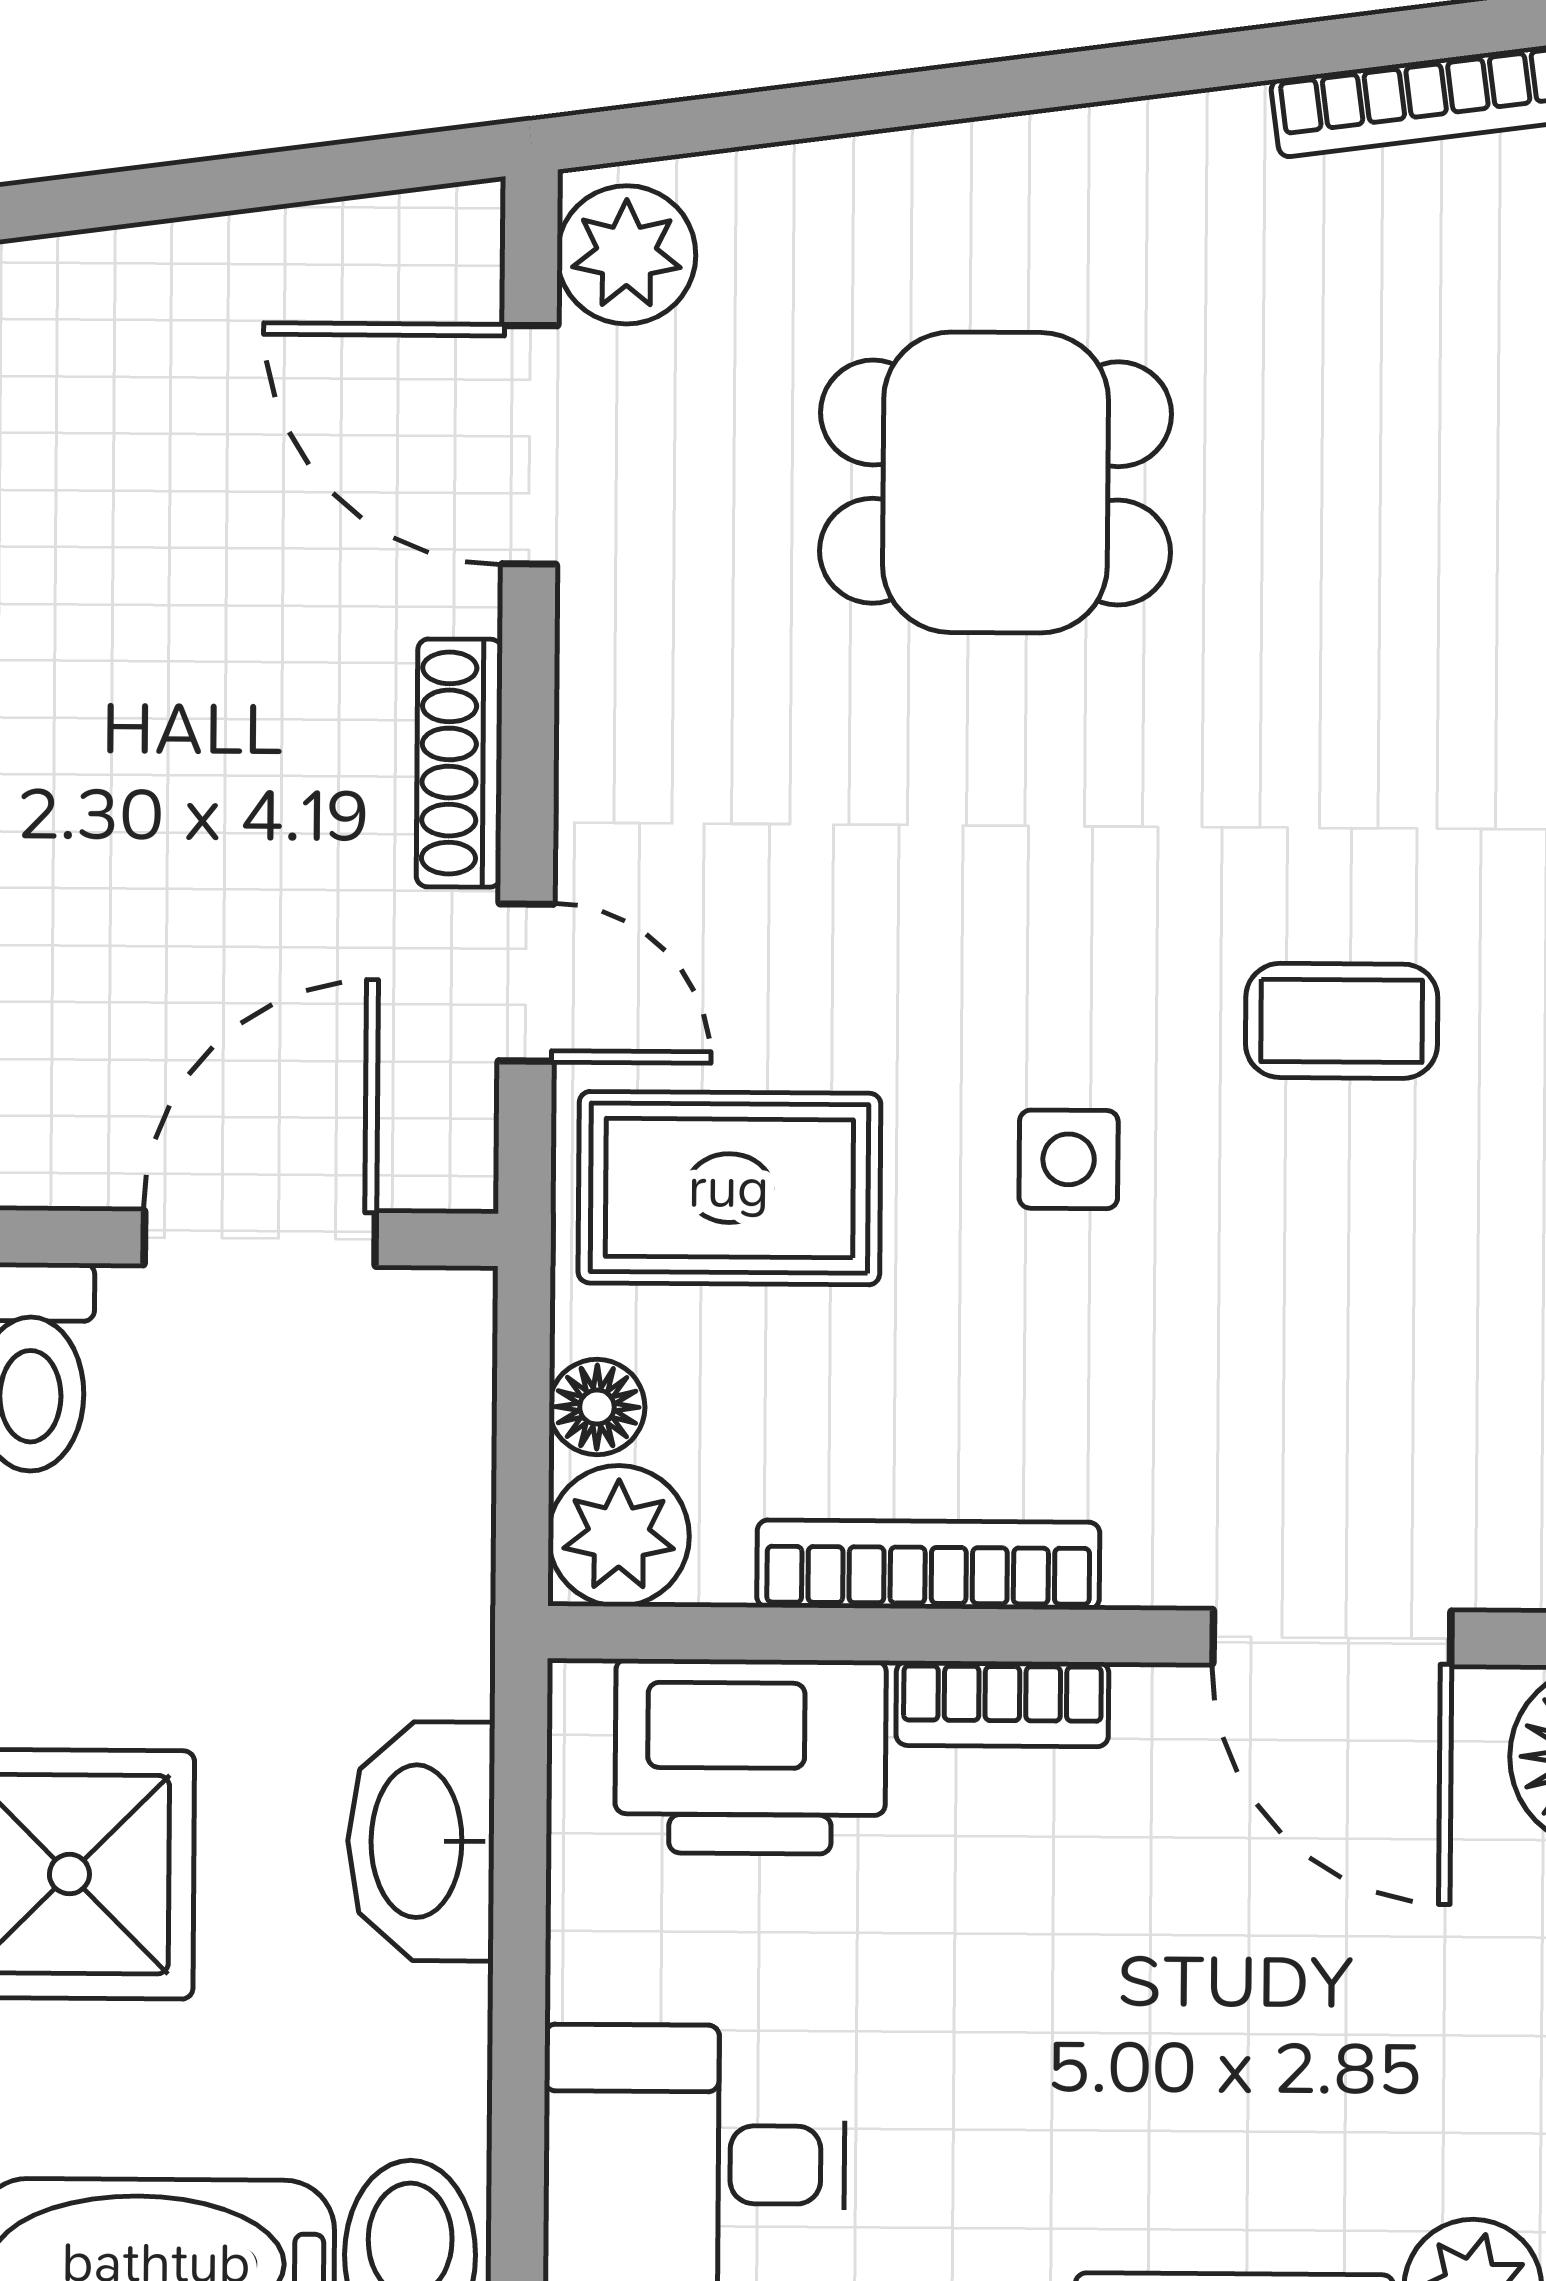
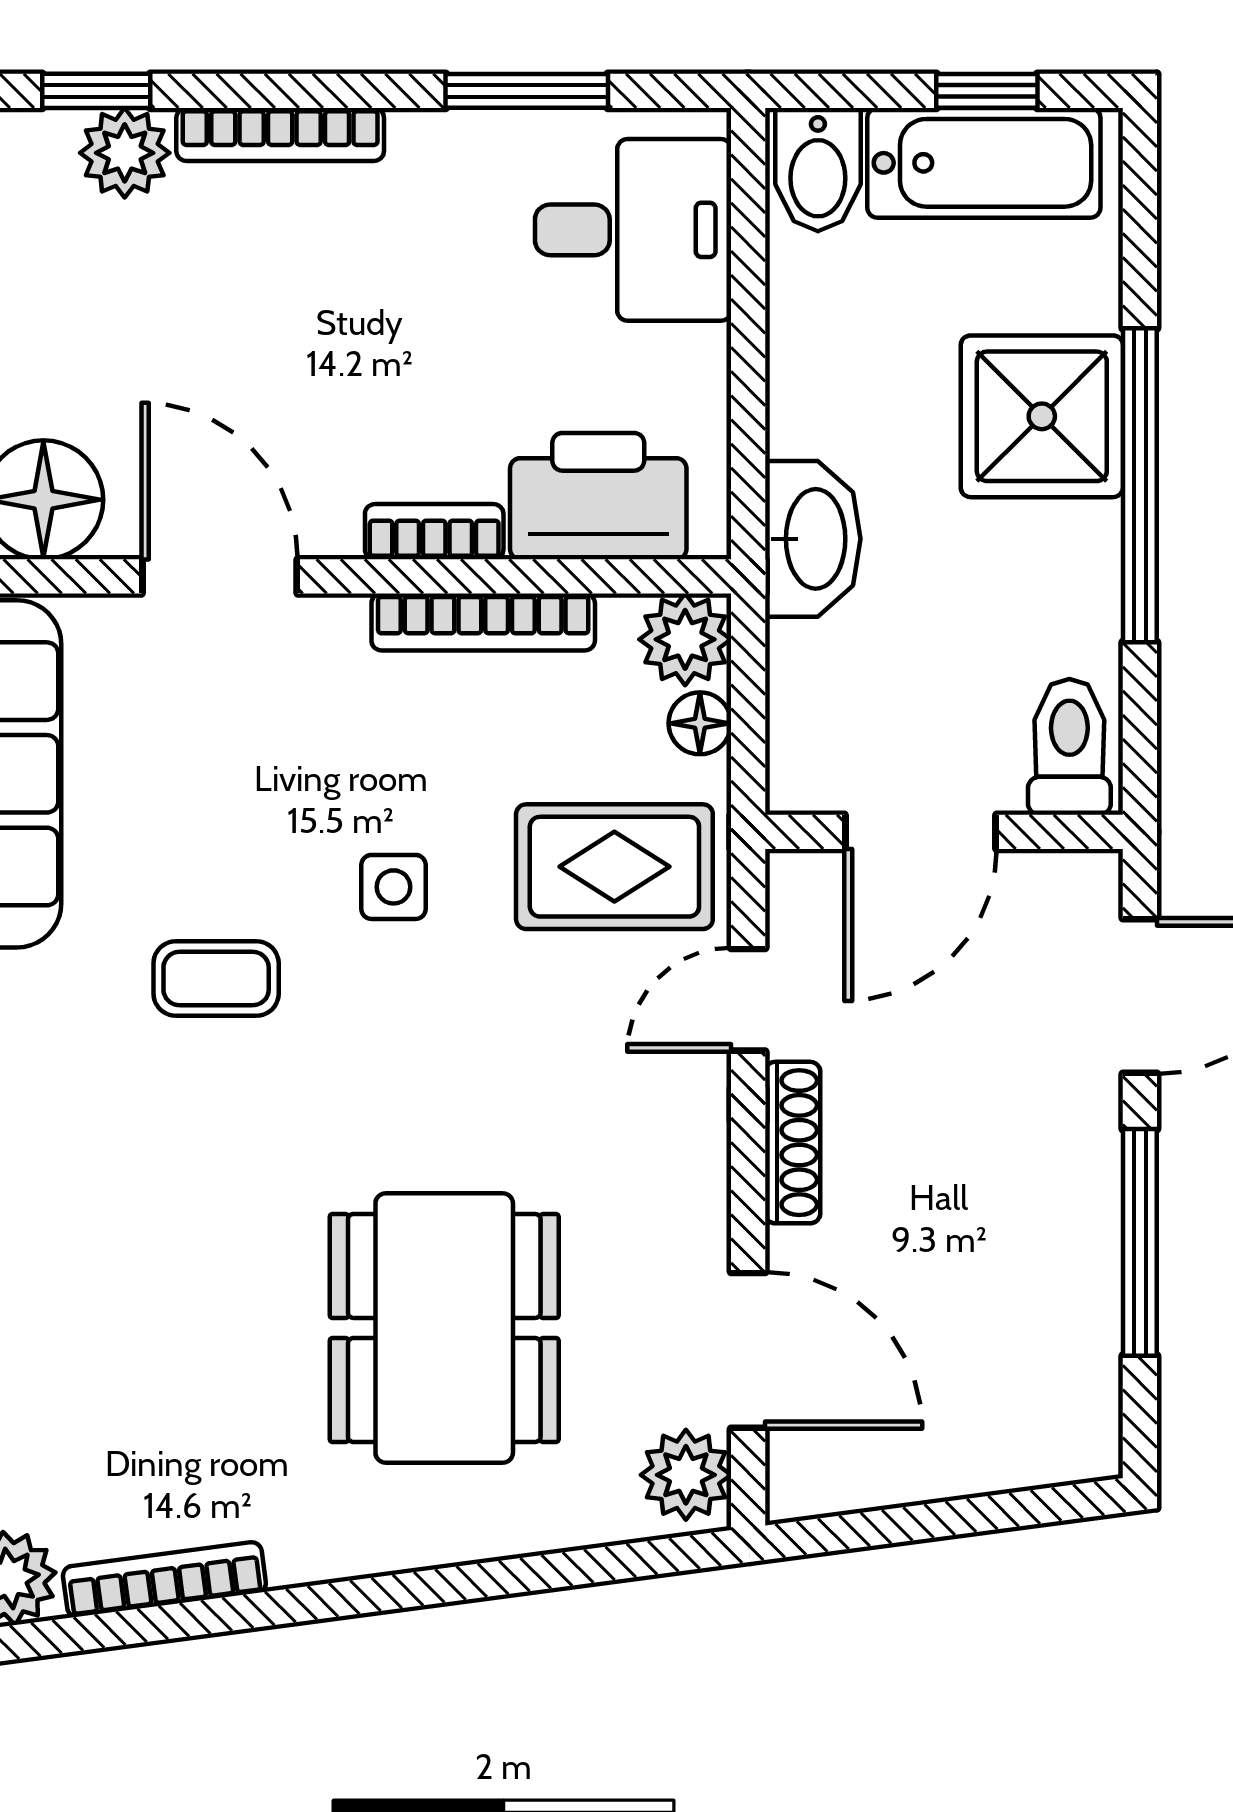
dining table: (995, 483) -> (444, 1328), width x1.37
door: (526, 983) -> (748, 1000), hinge flipped
washbasin: (421, 1841) -> (813, 539), moved

